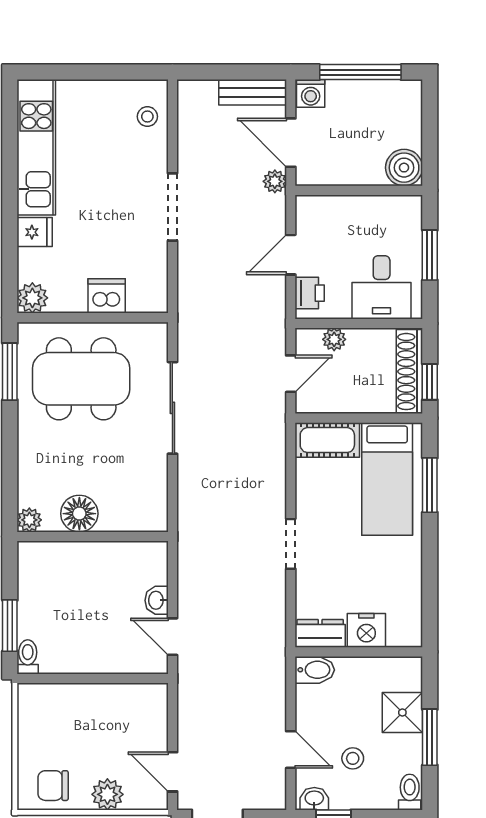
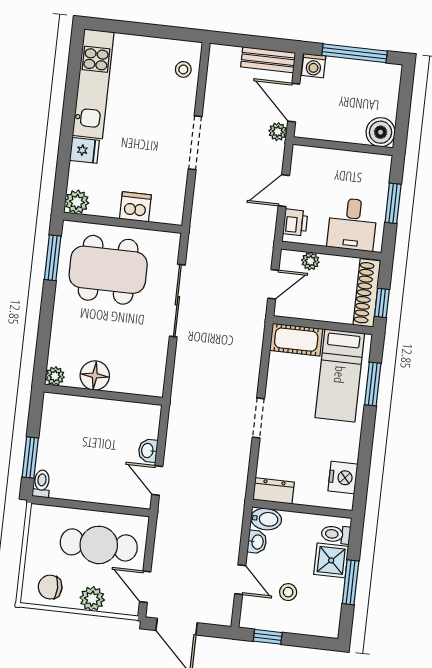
nightstand: (366, 630) -> (343, 478), moved, turned -90
cafe table: (108, 726) -> (99, 545), added
toilet: (410, 792) -> (336, 534), moved, turned -90
washbasin: (314, 799) -> (257, 542), moved, turned 90

